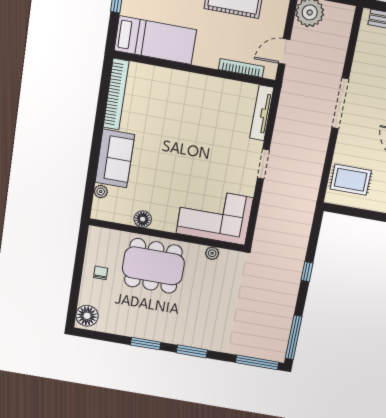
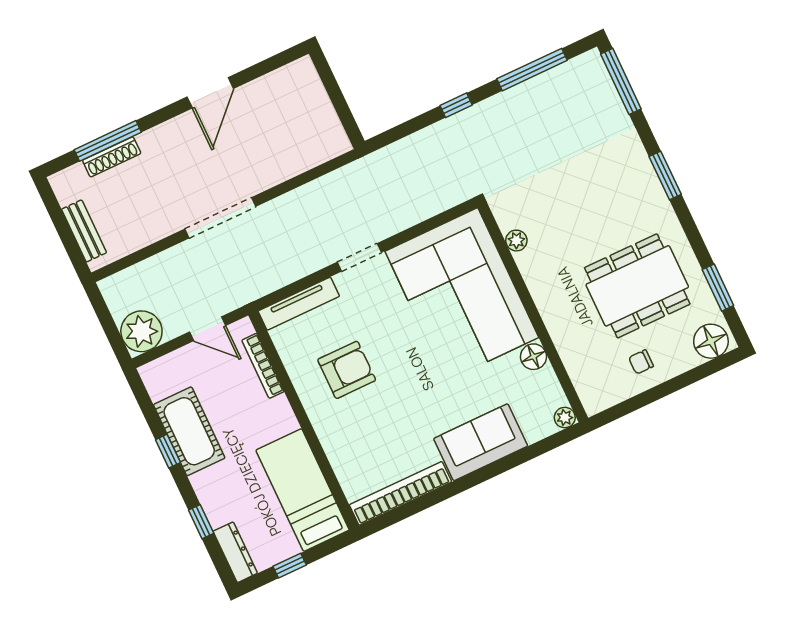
armchair: (206, 113) -> (347, 370), added
rug: (351, 180) -> (303, 137), removed
plant: (101, 192) -> (565, 418), moved
corner sofa: (215, 216) -> (462, 294), width x1.36, depth x1.36
dining table: (153, 266) -> (637, 286), moved, turned 90
window: (294, 337) -> (532, 70), moved
window: (146, 344) -> (718, 288), moved

